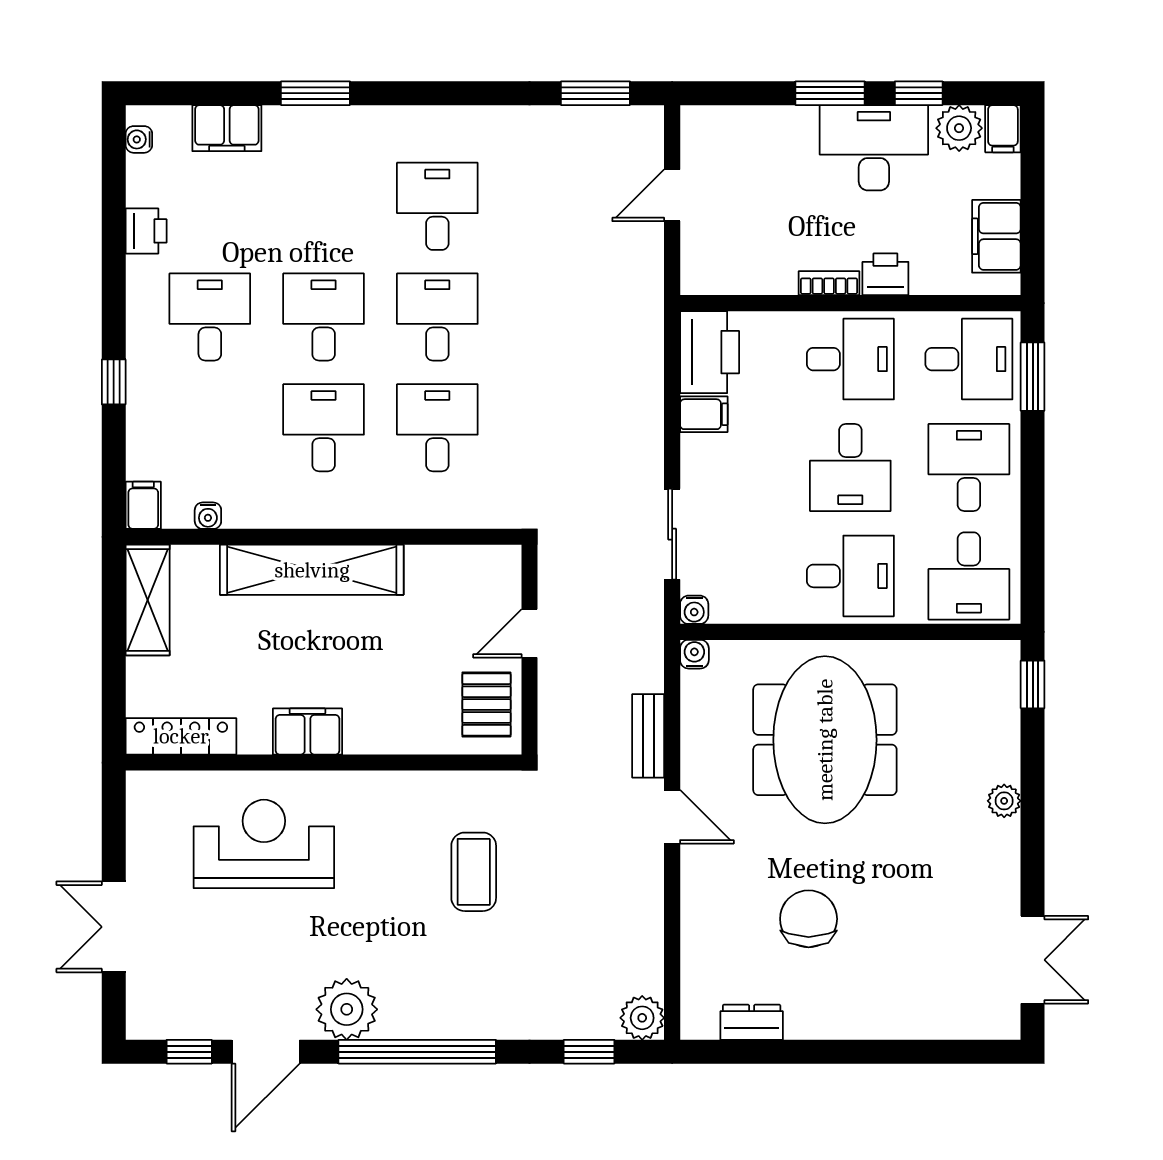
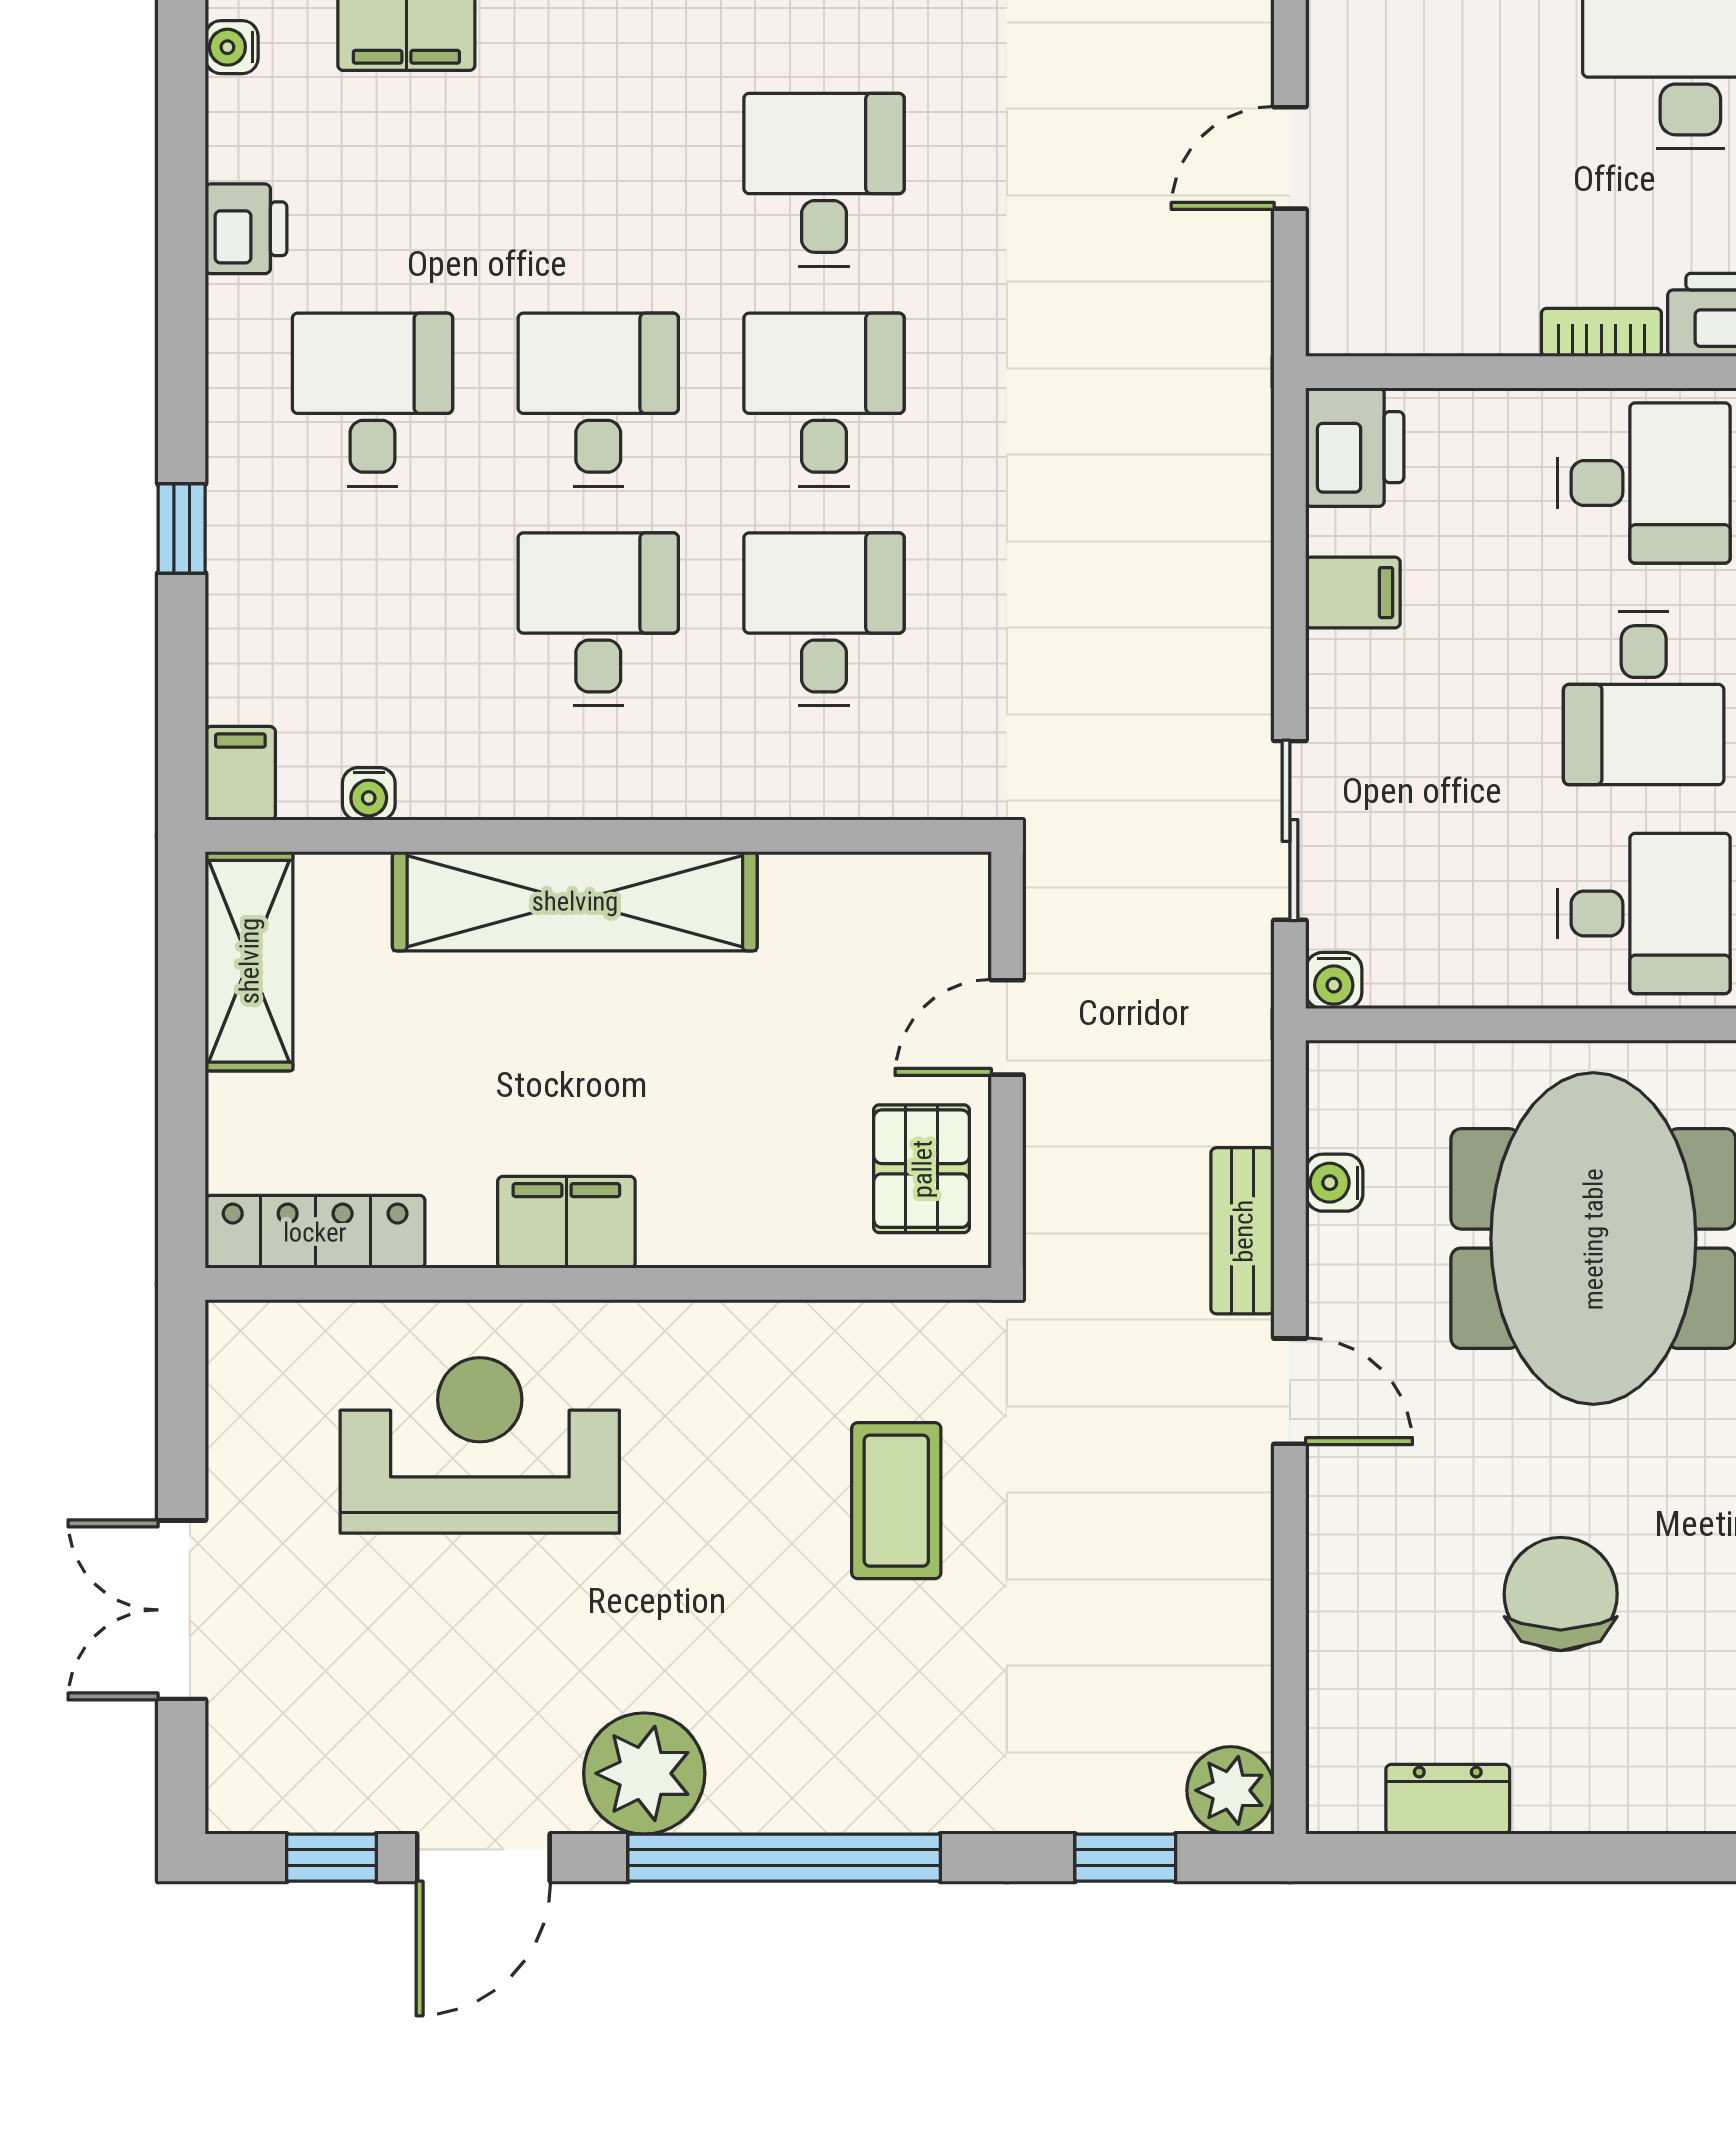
printer: (710, 352) -> (1355, 447), width x0.73, depth x0.84
water cooler: (694, 654) -> (1334, 1183), moved, turned -90

